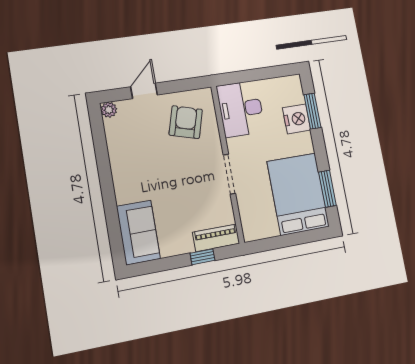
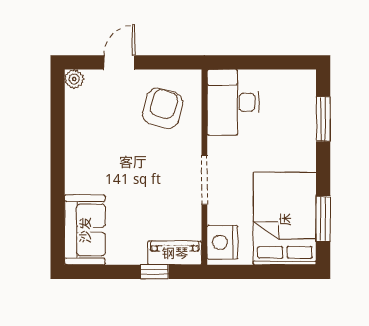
nightstand: (297, 119) -> (222, 242), moved, turned 180

